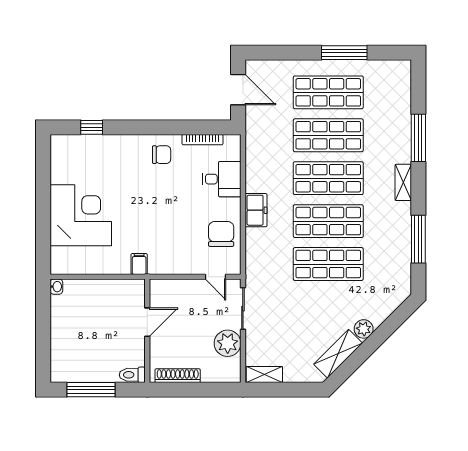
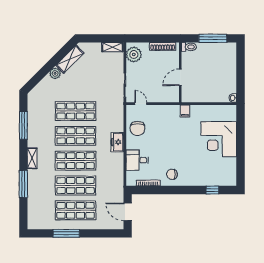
plant: (228, 343) -> (134, 55), moved

